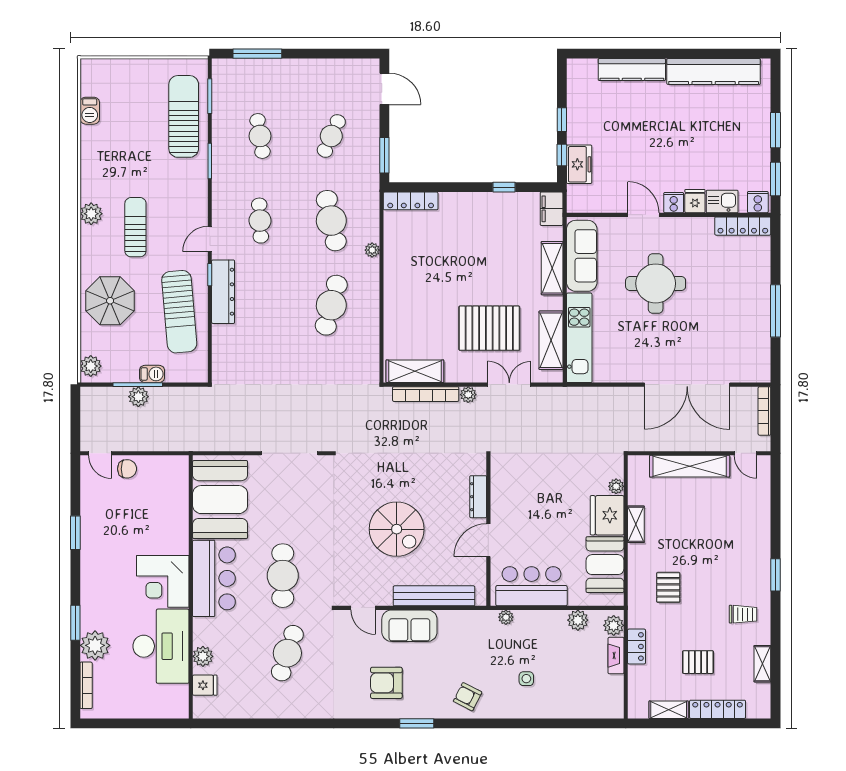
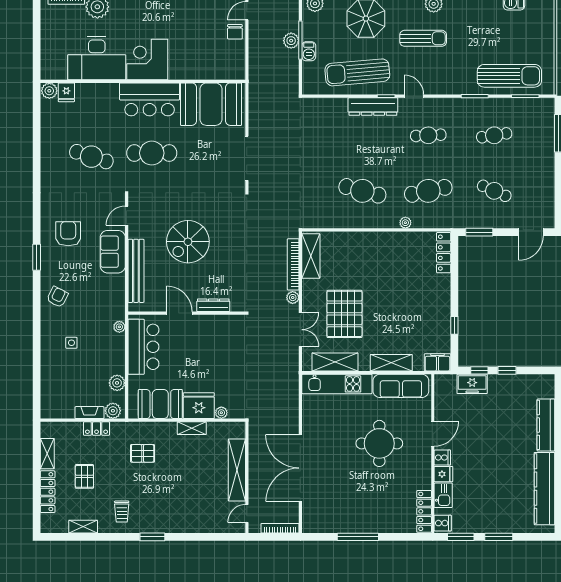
plant: (203, 656) -> (49, 91), moved

